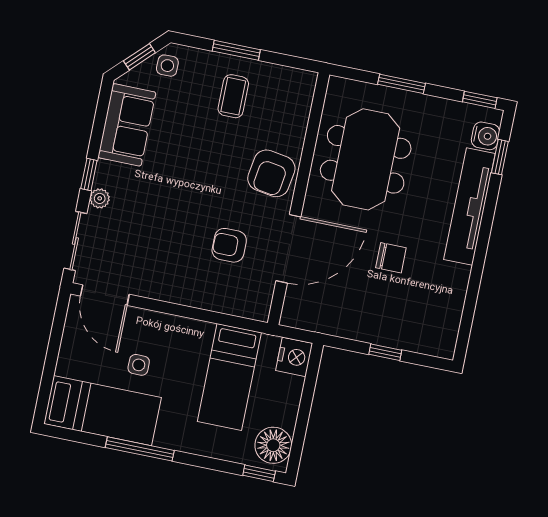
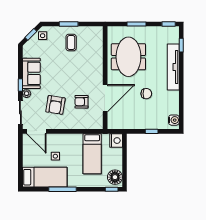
sofa: (127, 125) -> (31, 73), moved
water cooler: (485, 136) -> (174, 120), moved
armchair: (271, 173) -> (56, 105), moved

